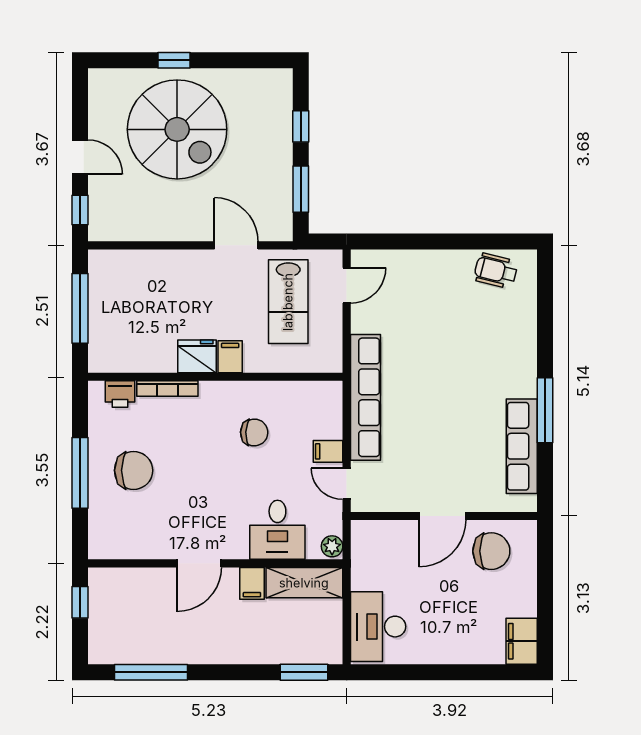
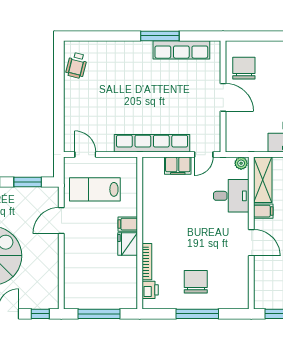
lab bench: (288, 302) -> (95, 189), turned 180
chair: (254, 432) -> (173, 210), removed
filing cabinet: (328, 451) -> (178, 166), width x2.00

